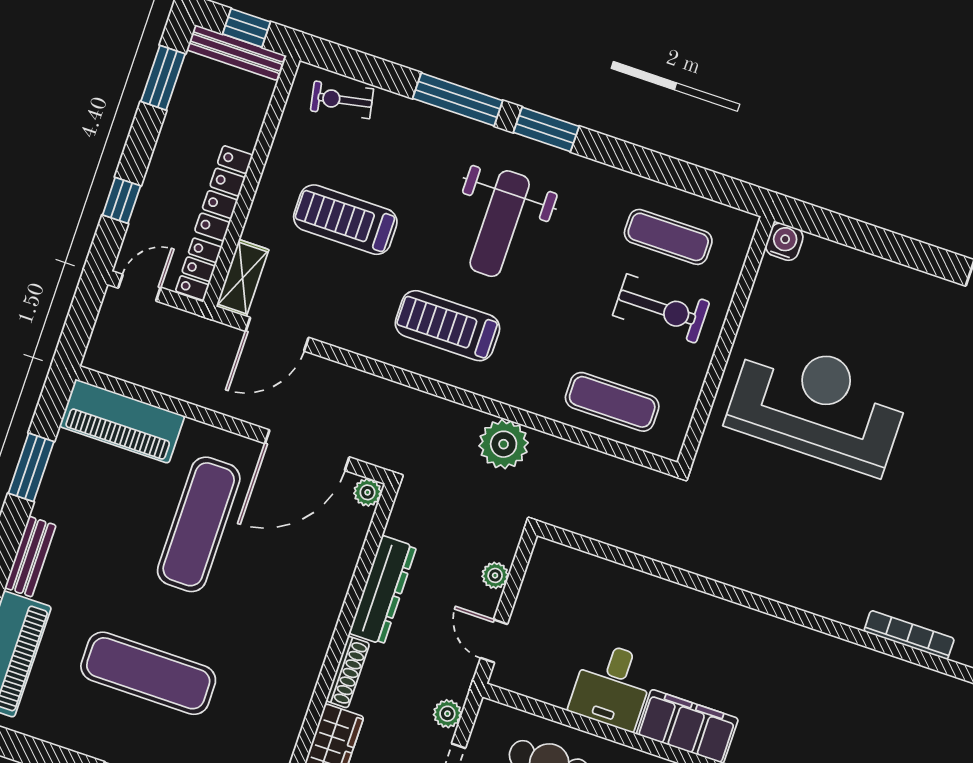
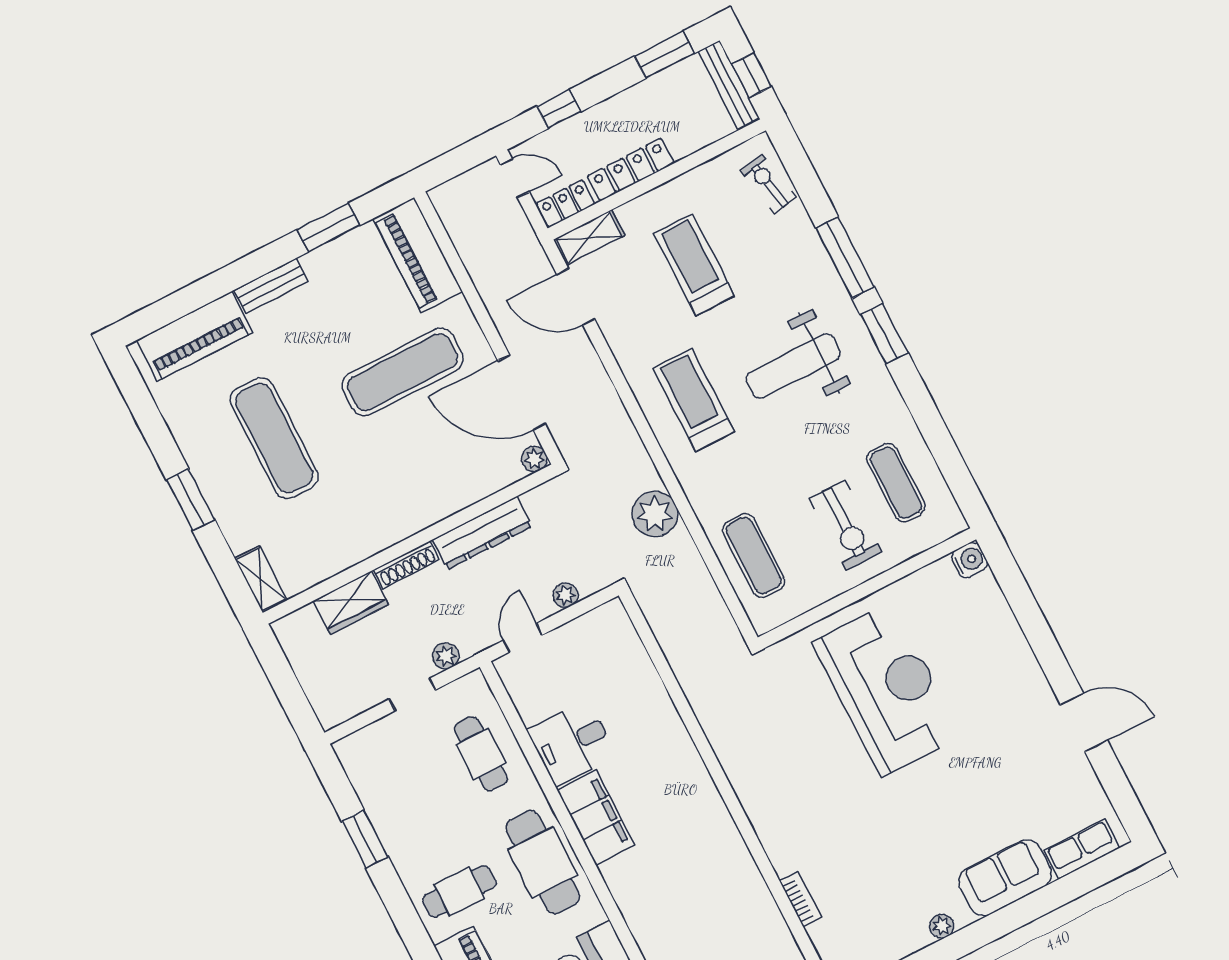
bookcase: (909, 635) -> (800, 899), width x0.64

